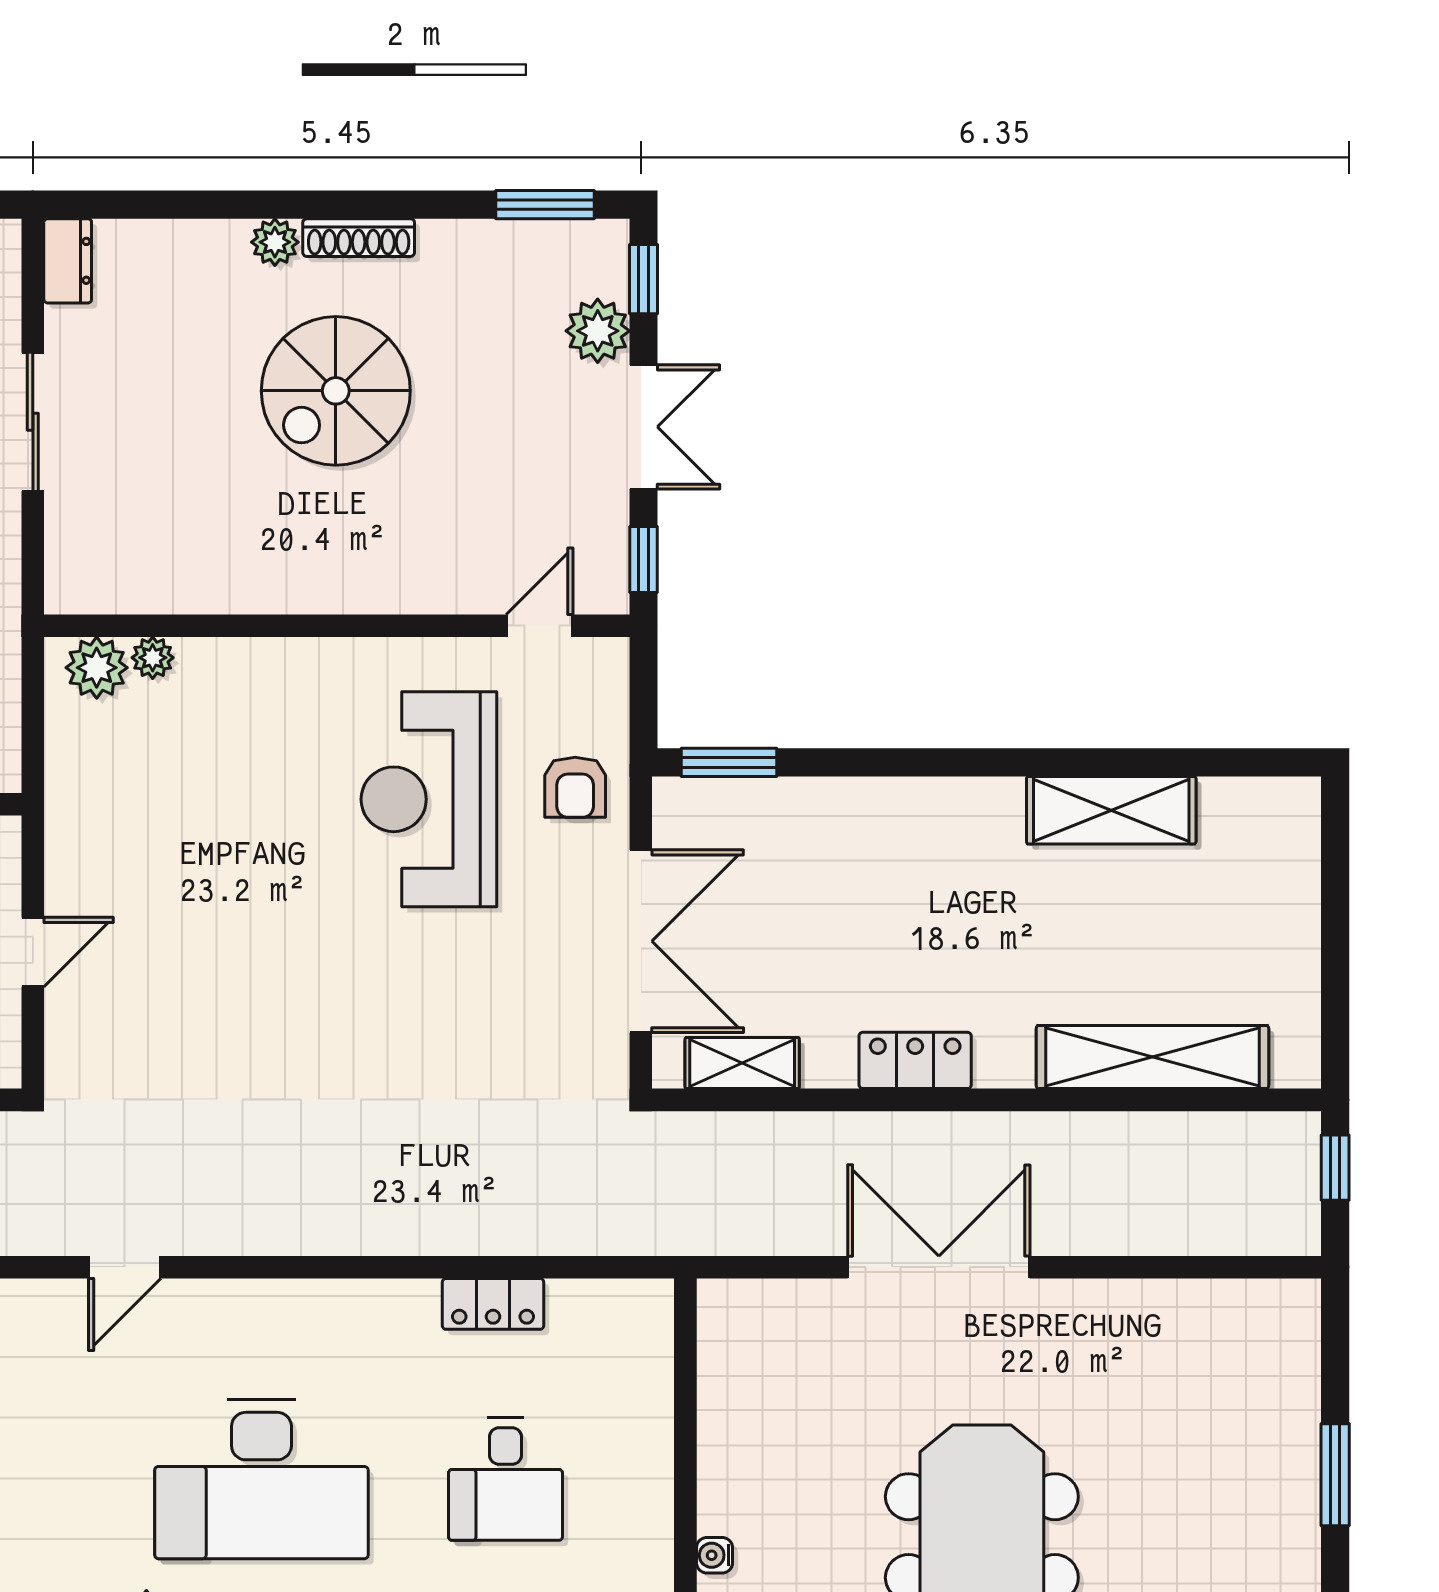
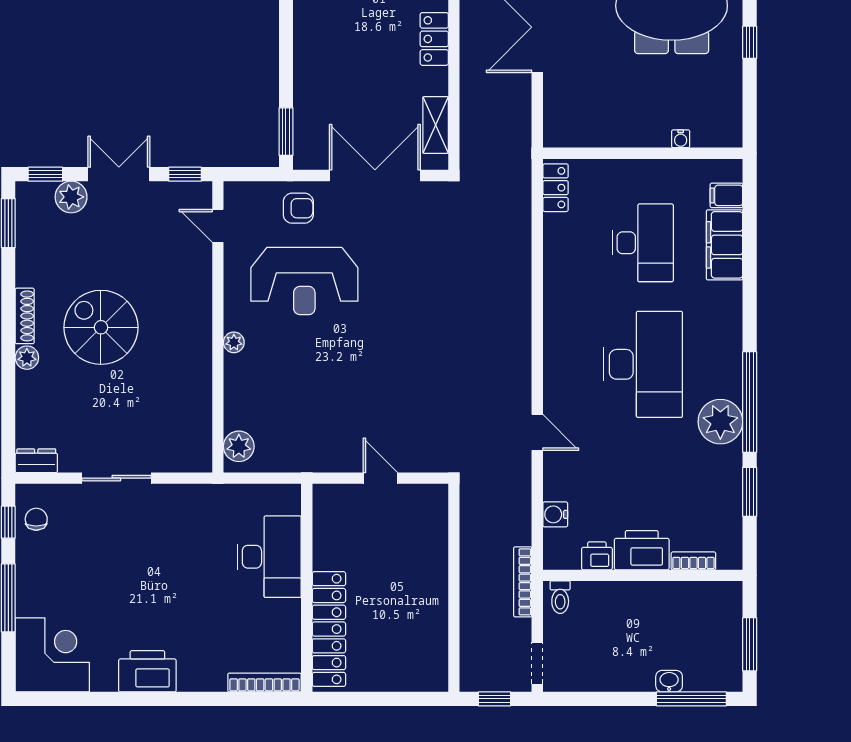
spiral stairs: (336, 391) -> (101, 327), turned 180
plant: (153, 658) -> (234, 342), moved
locker: (493, 1304) -> (556, 188), moved
desk: (506, 1479) -> (643, 243), width x1.37

